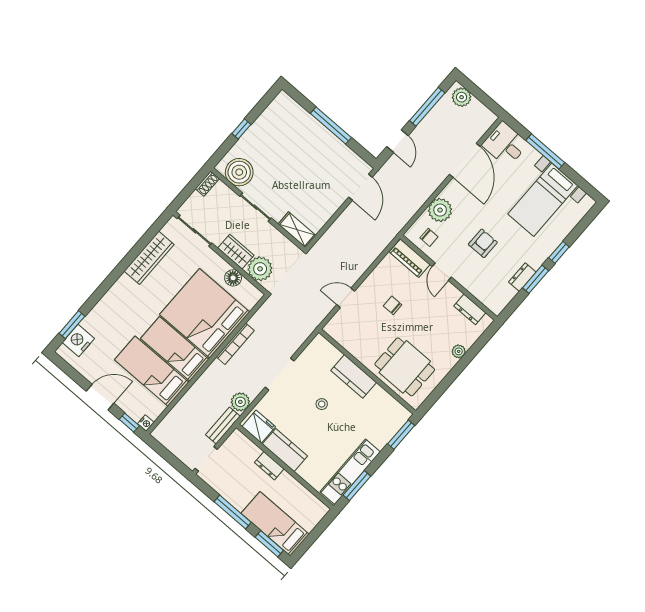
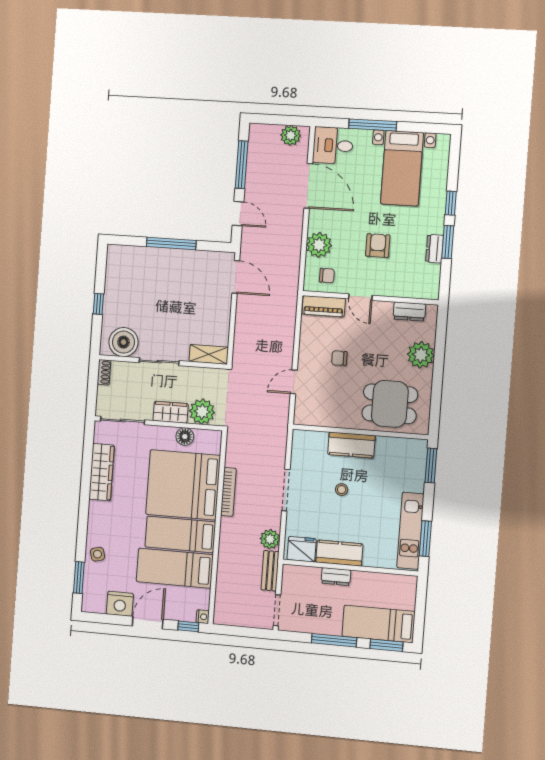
plant: (462, 97) -> (291, 135), moved
side table: (100, 317) -> (97, 554), added
nightstand: (78, 340) -> (120, 604), moved, turned -90
plant: (459, 351) -> (421, 355), width x1.87, depth x1.87

